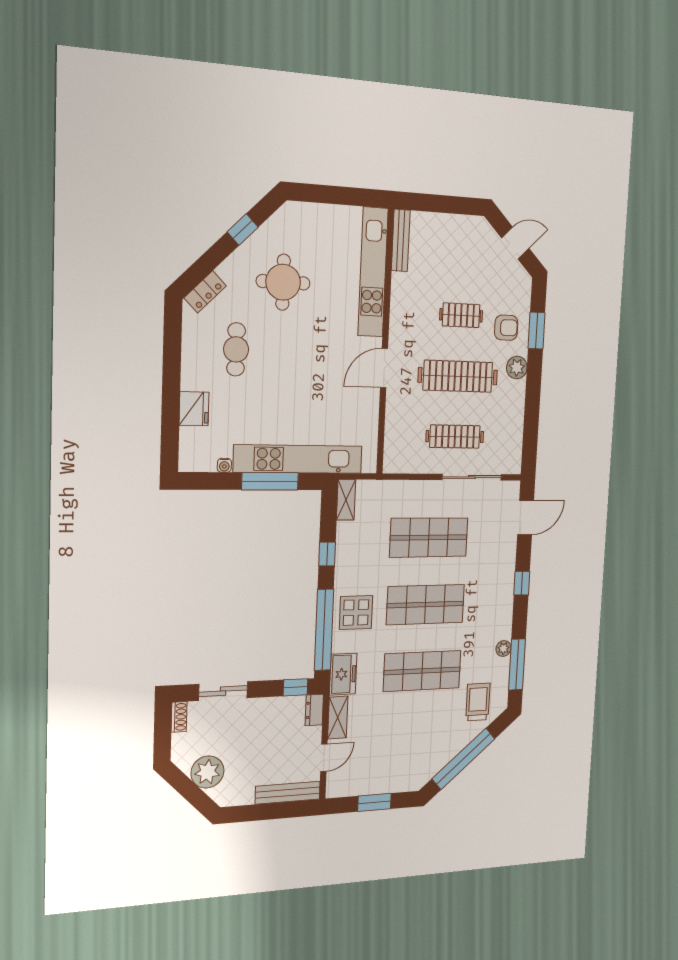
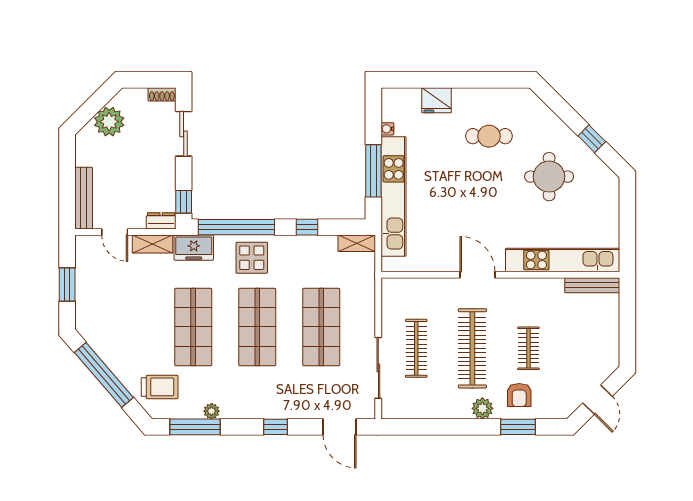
locker: (205, 292) -> (537, 107), removed

